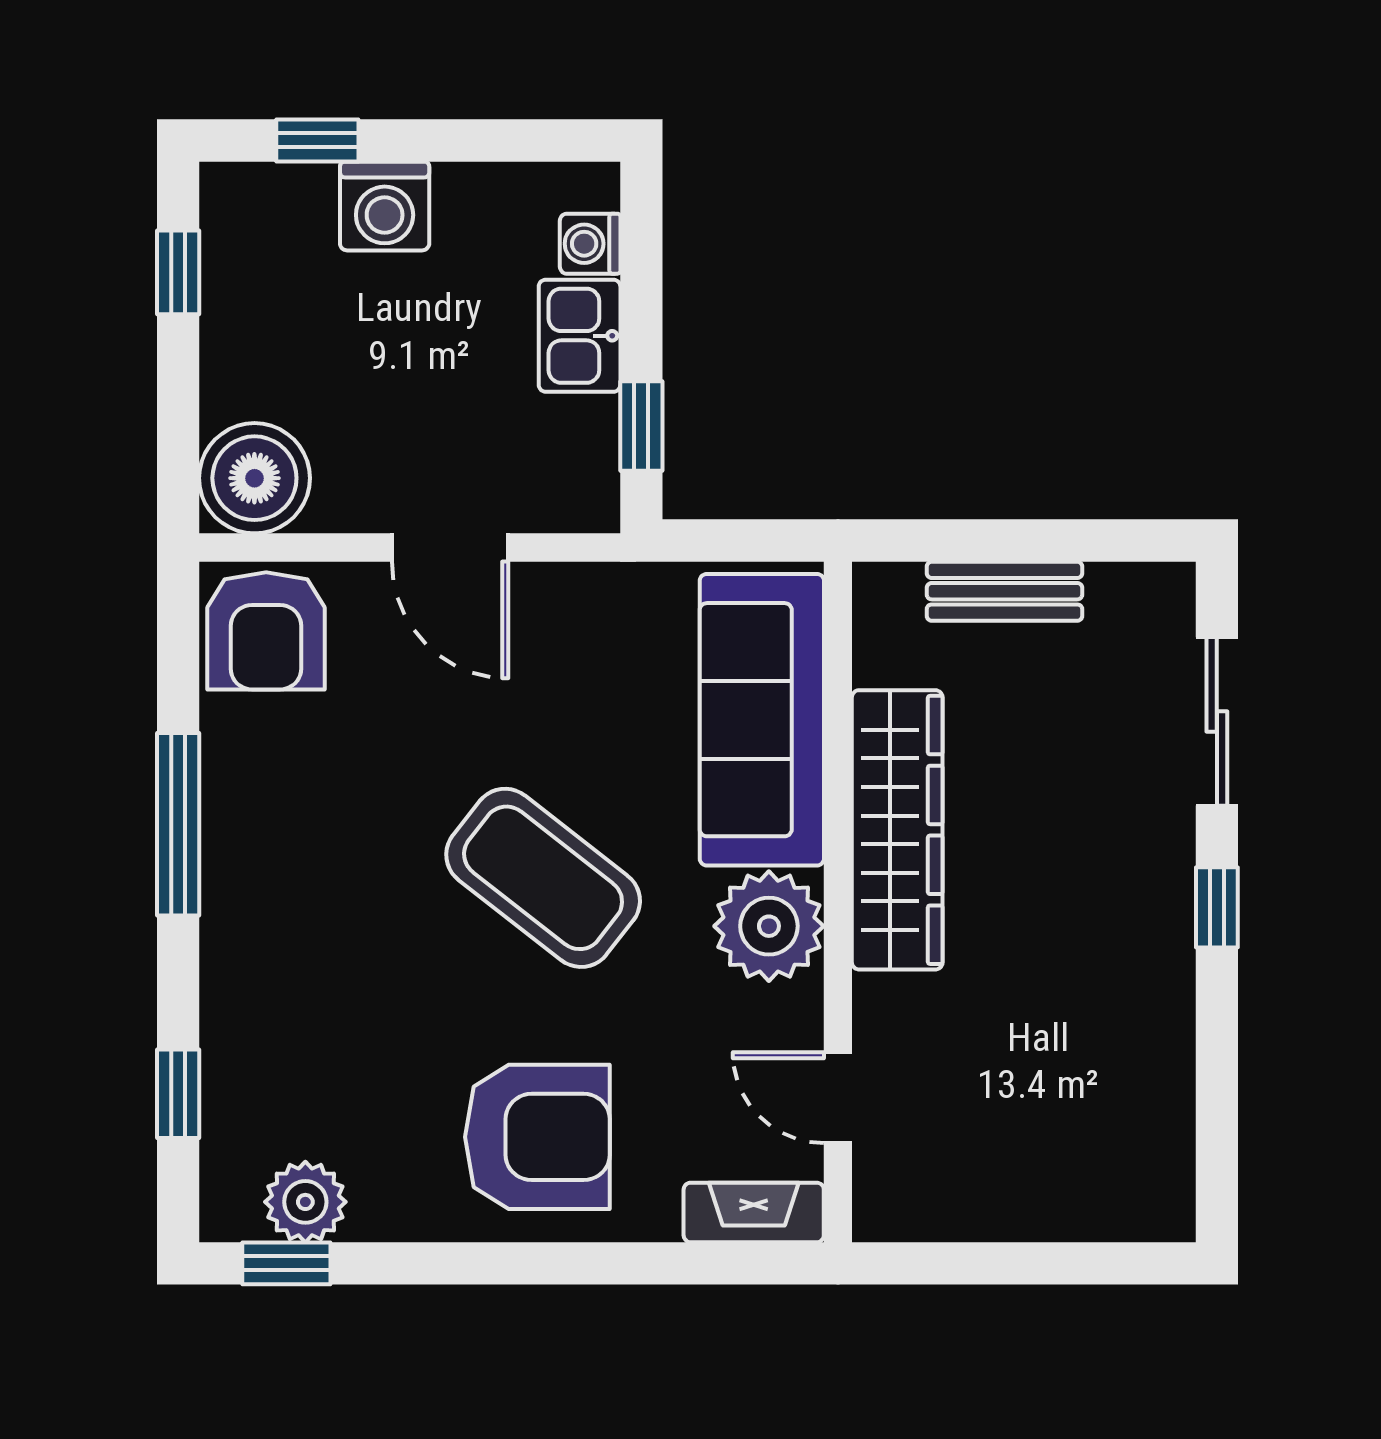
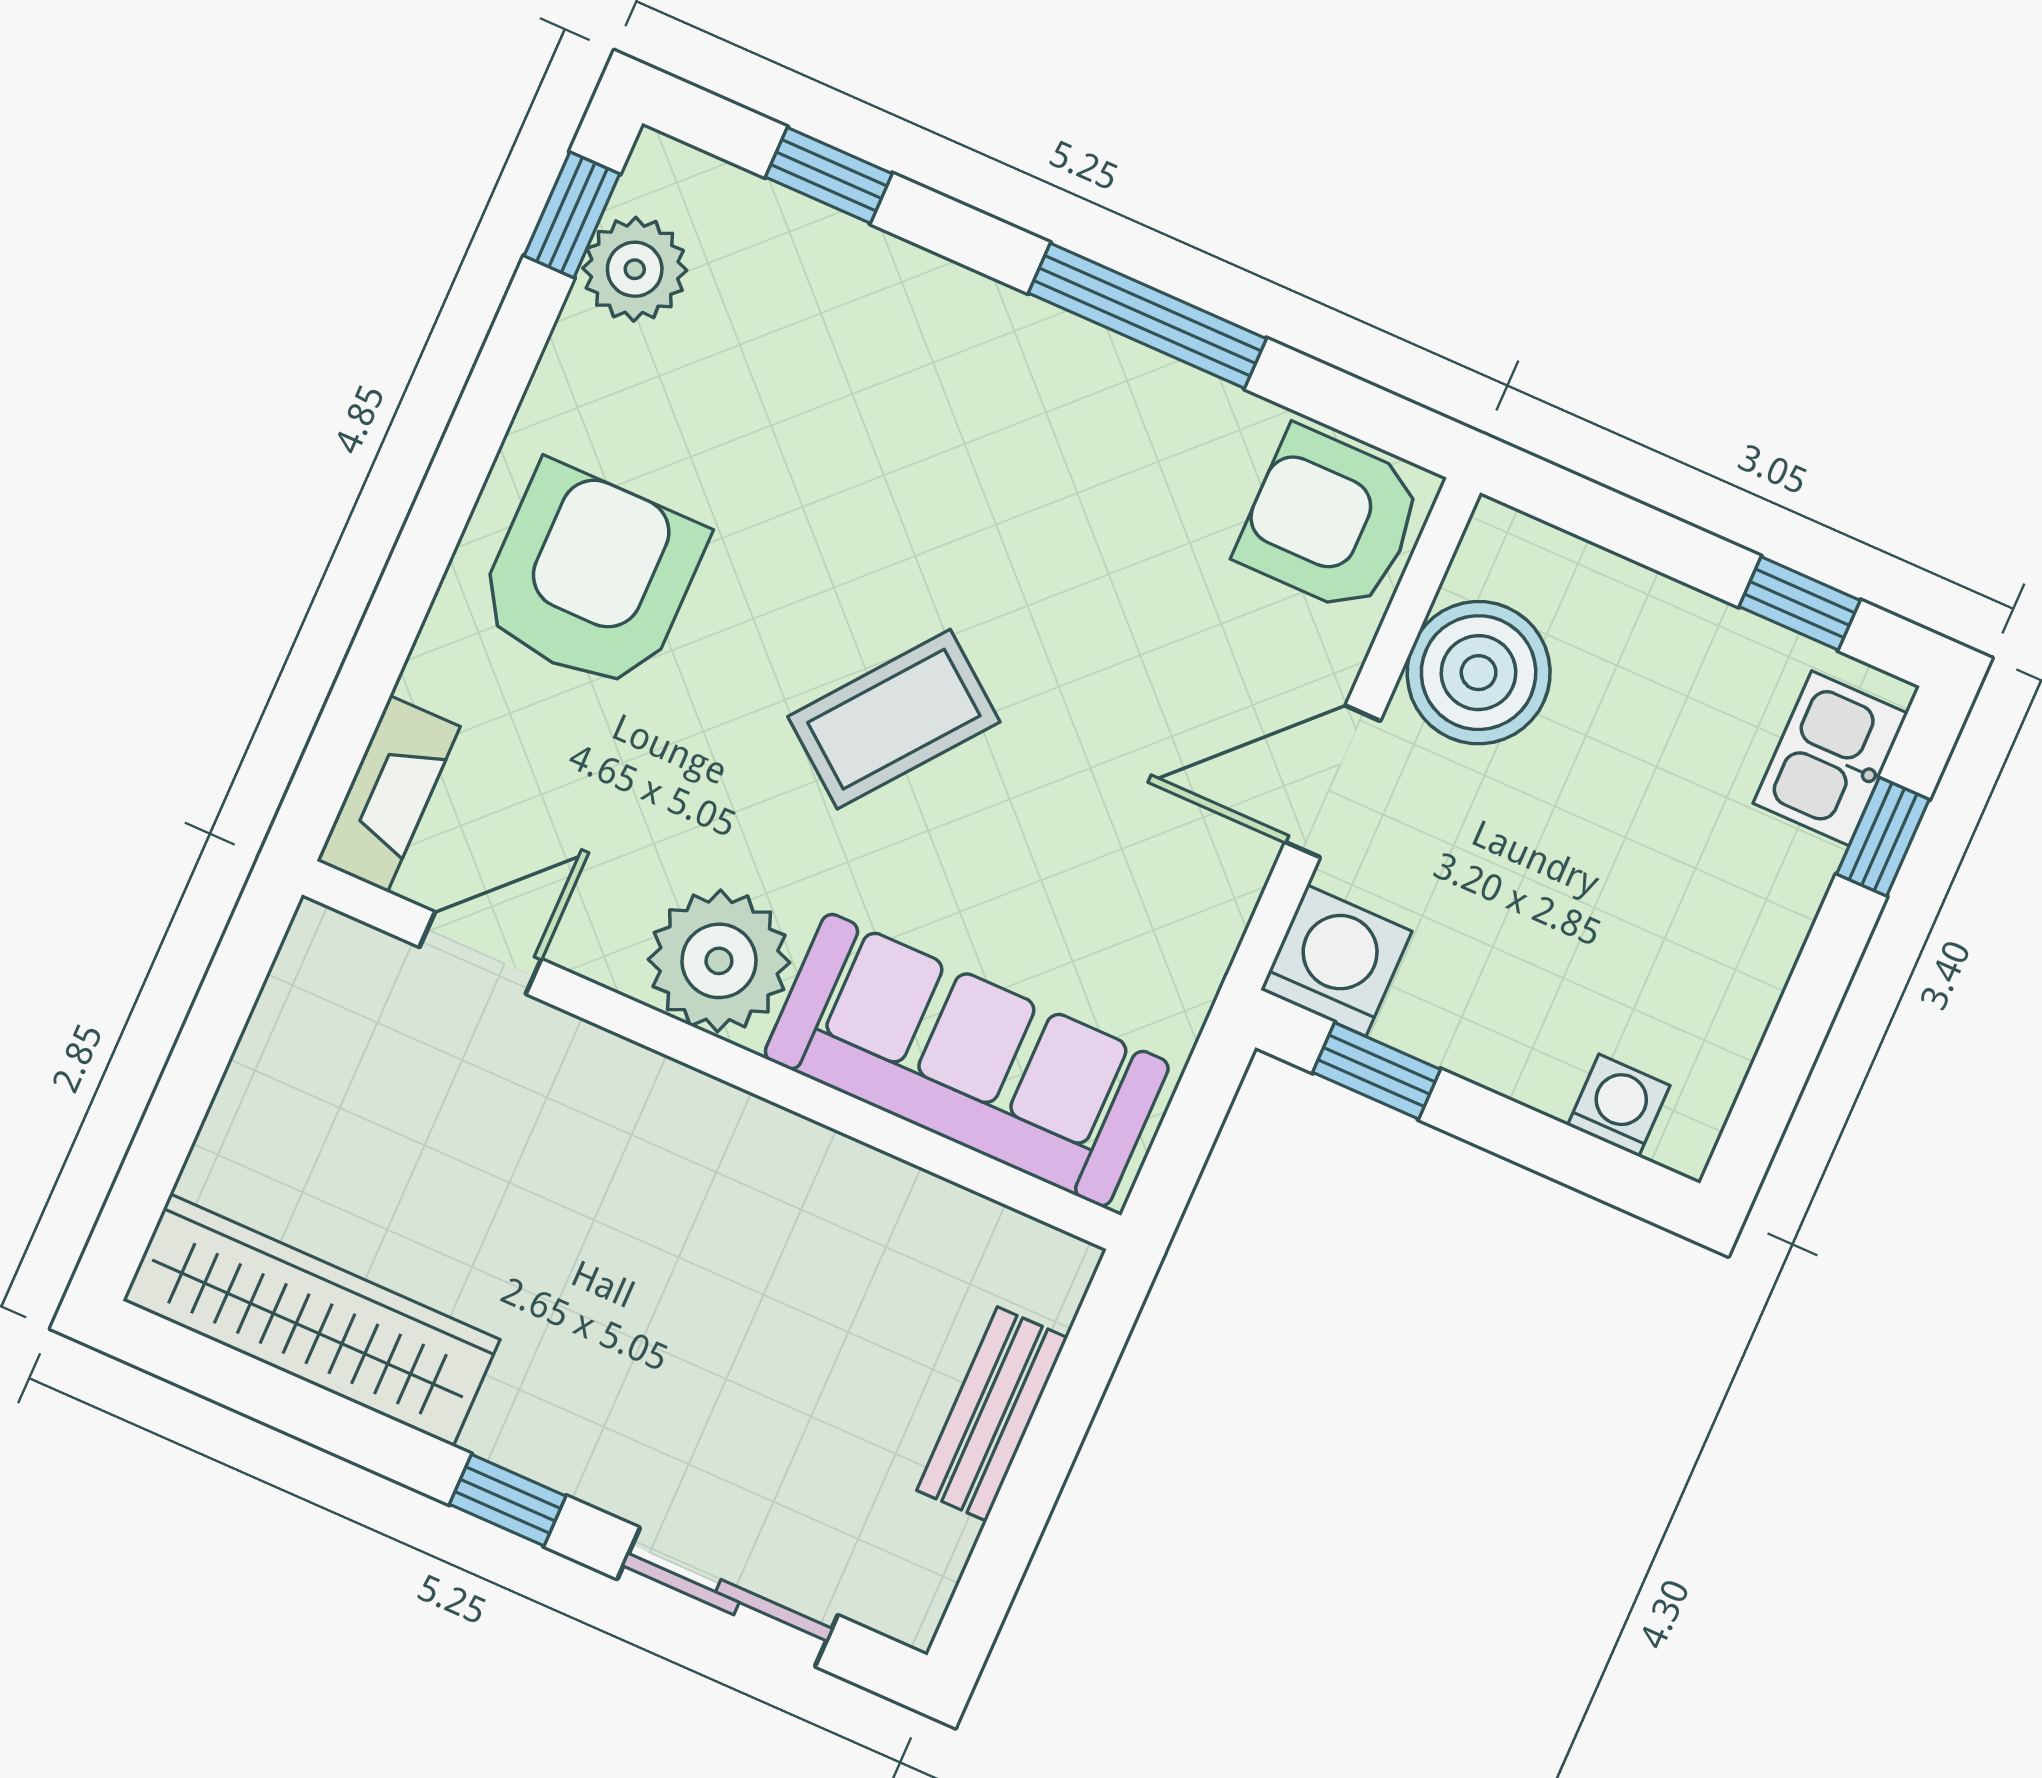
washing machine: (385, 206) -> (1336, 961), moved, turned 90
kitchen sink: (580, 336) -> (1830, 758), moved, turned -90
boiler: (254, 478) -> (1479, 673), moved
wardrobe: (897, 830) -> (311, 1320), moved, turned 180
coffee table: (543, 878) -> (894, 719), width x0.73, depth x0.76
armchair: (537, 1137) -> (591, 577), turned 180

